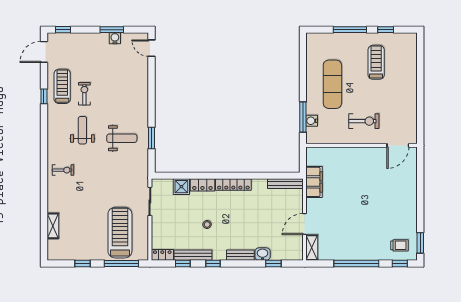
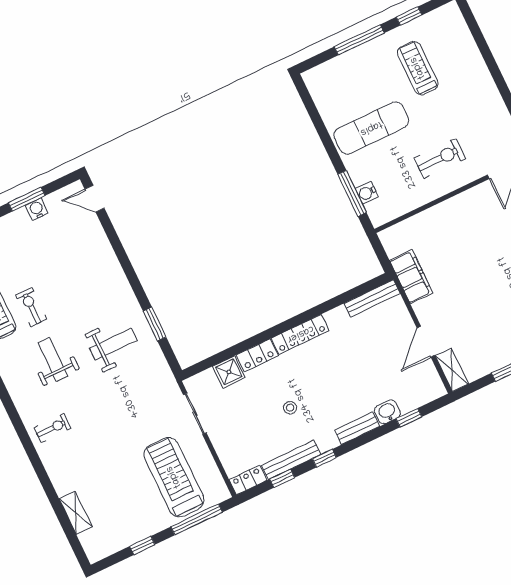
exercise mat: (332, 84) -> (371, 128), turned 90

